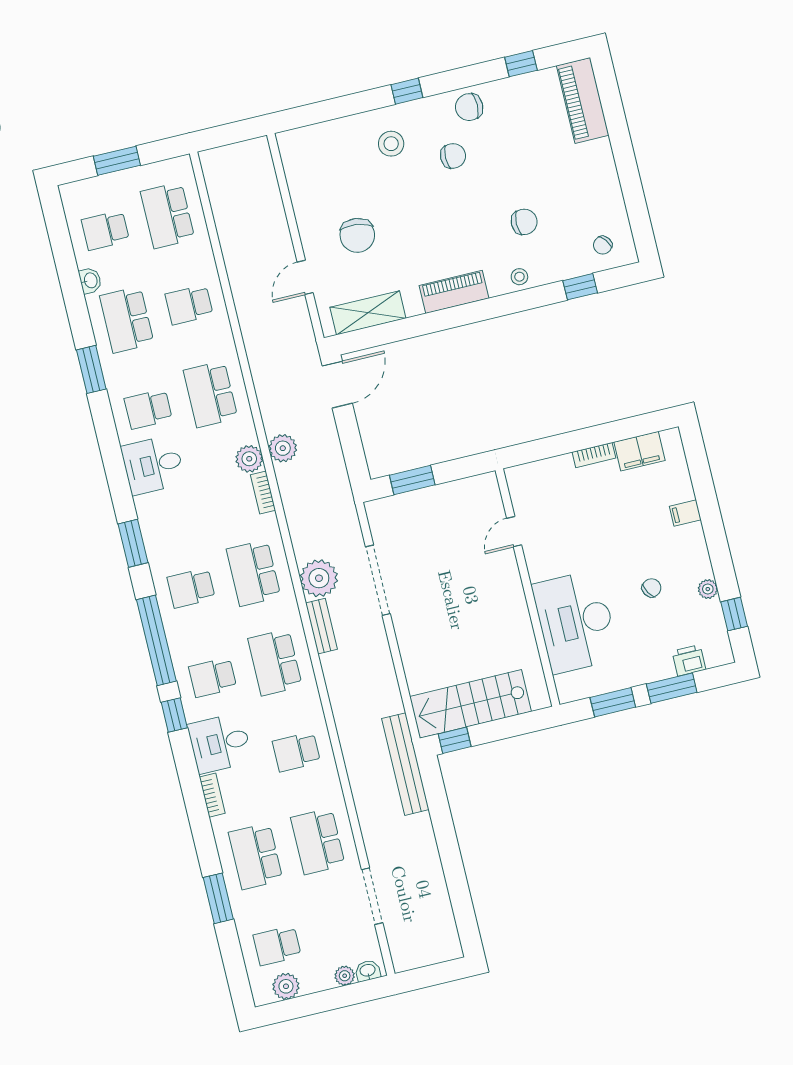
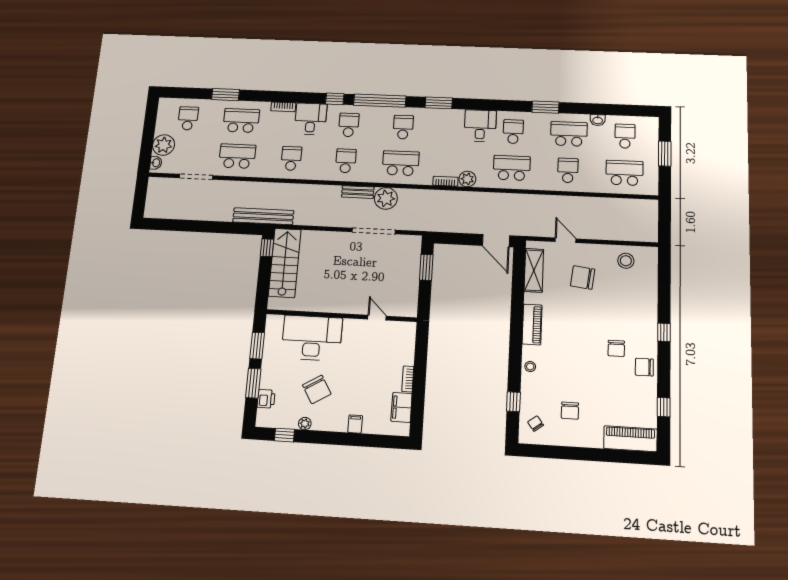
chair: (469, 107) -> (644, 367), turned -90
stool: (391, 144) -> (626, 261), moved
chair: (524, 222) -> (570, 411), moved
plant: (283, 448) -> (468, 199), removed
chair: (652, 588) -> (317, 389), width x1.87, depth x1.87
school desk: (275, 662) -> (346, 161), width x0.54
plant: (345, 976) -> (164, 145), width x1.87, depth x1.87
plant: (286, 986) -> (164, 117), removed

